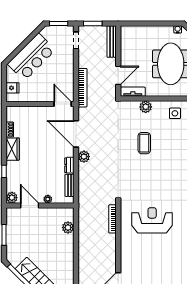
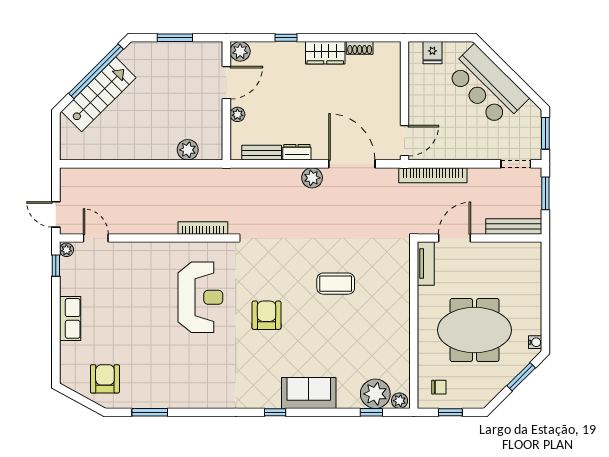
door: (118, 75) -> (455, 238), swing flipped
plant: (146, 107) -> (399, 286), removed
side table: (175, 113) -> (388, 337), removed
door: (76, 134) -> (352, 164), hinge flipped
armchair: (162, 183) -> (266, 315), added

